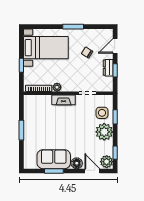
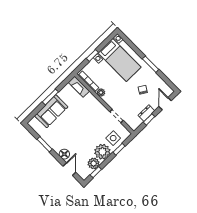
door: (115, 46) -> (165, 104), hinge flipped
fireplace: (64, 100) -> (79, 87), moved
sofa: (54, 159) -> (51, 111), moved, turned 90
plant: (107, 162) -> (94, 163), moved

